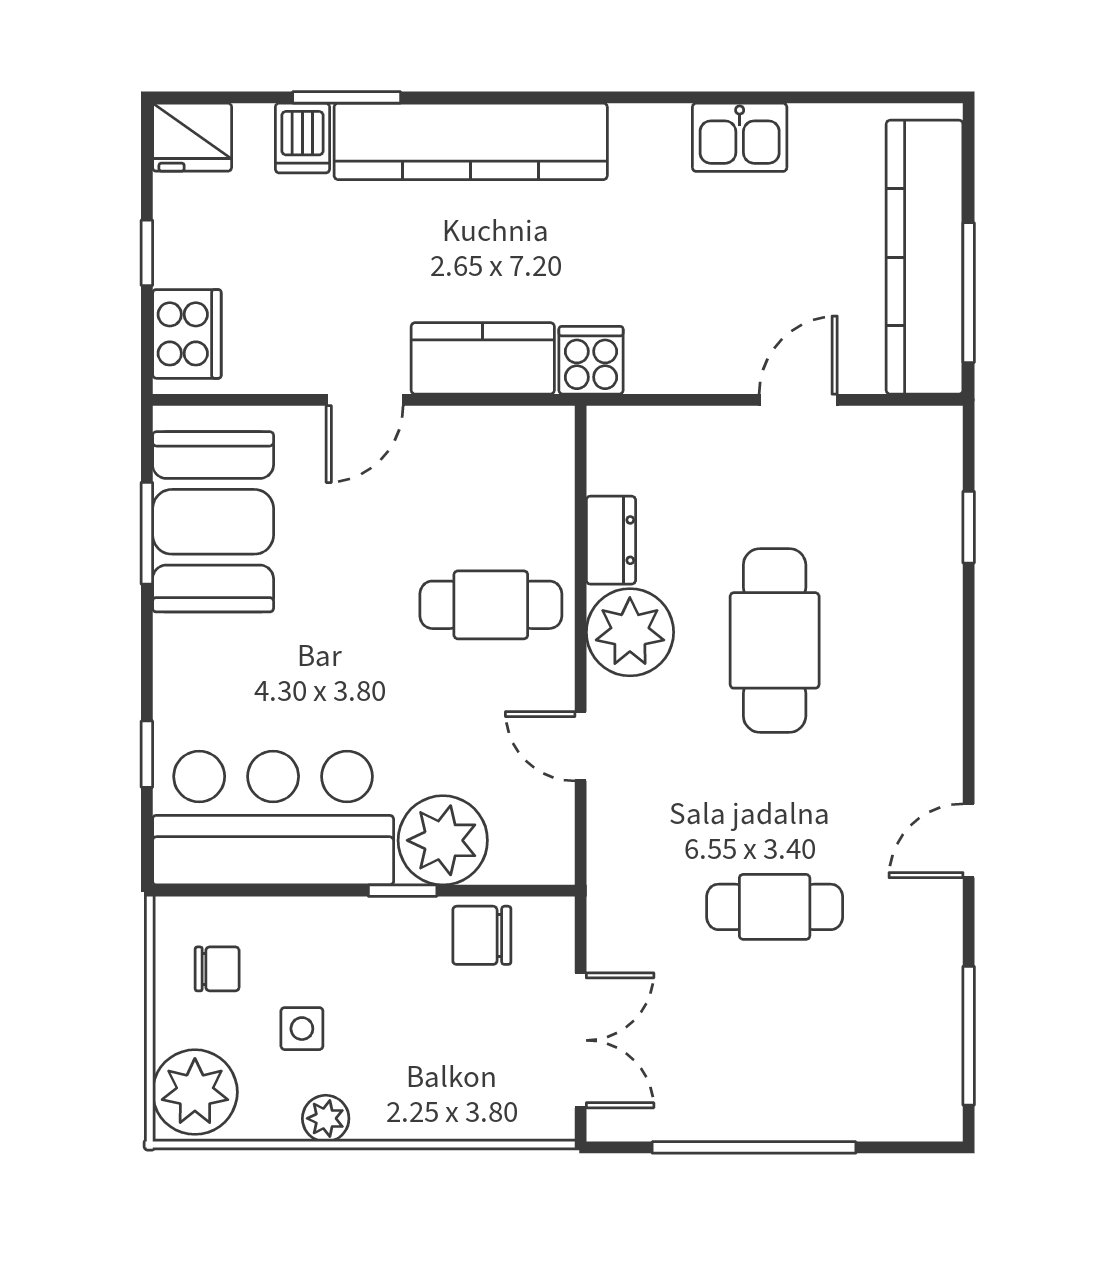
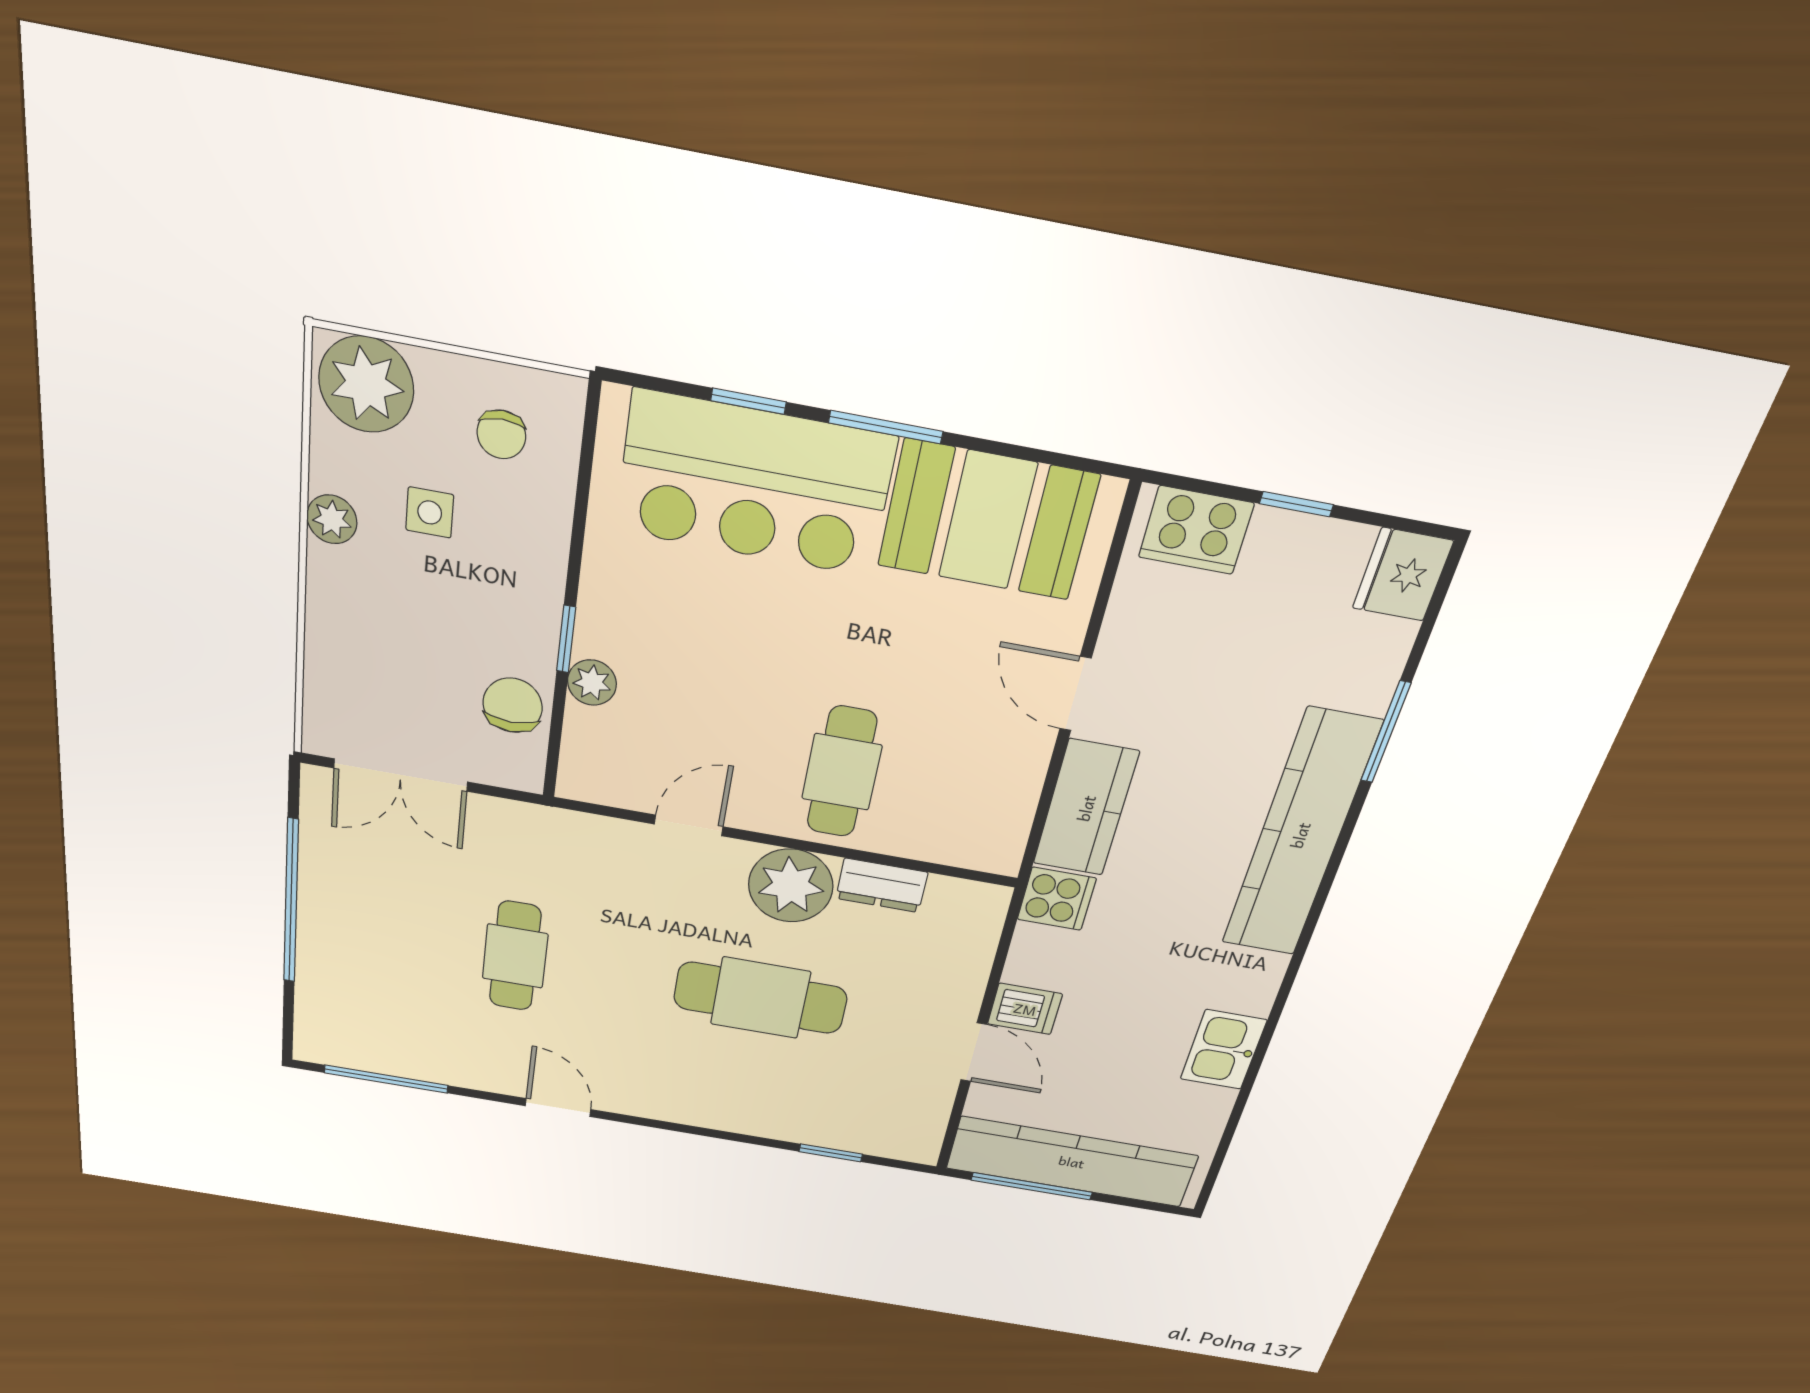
dishwasher: (302, 138) -> (1025, 1009), moved, turned 180
window: (147, 533) -> (886, 427), moved
bar counter: (273, 818) -> (754, 484), moved, turned 90
plant: (443, 840) -> (592, 683), width x0.53, depth x0.53

